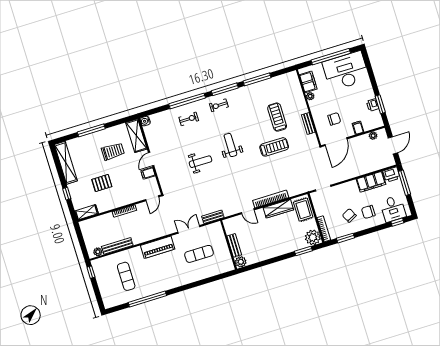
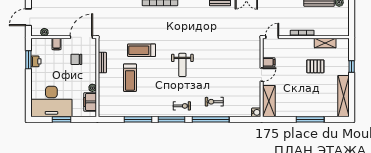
window: (331, 57) -> (61, 119), width x0.47
trolley: (113, 151) -> (296, 93), removed
weight bench: (200, 162) -> (216, 58), removed
shelving: (87, 212) -> (325, 43), moved

